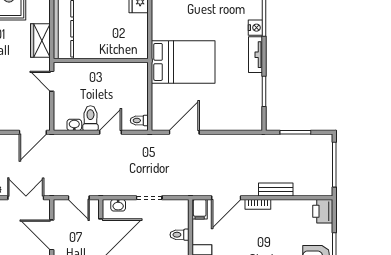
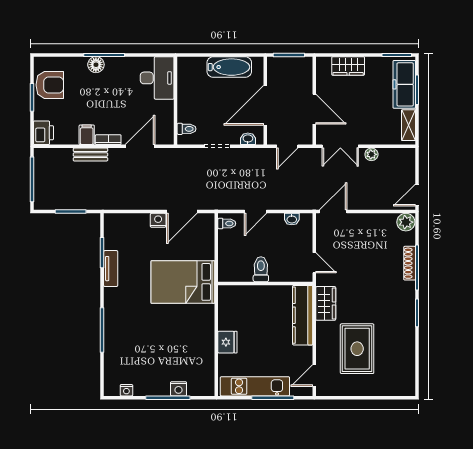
nightstand: (255, 28) -> (158, 220), moved, turned 90
tv unit: (256, 55) -> (111, 269), moved
toilet: (90, 118) -> (261, 269), moved, turned 180
door: (79, 198) -> (287, 146), swing flipped
filing cabinet: (200, 209) -> (87, 135), moved
toilet: (180, 235) -> (187, 129), moved

